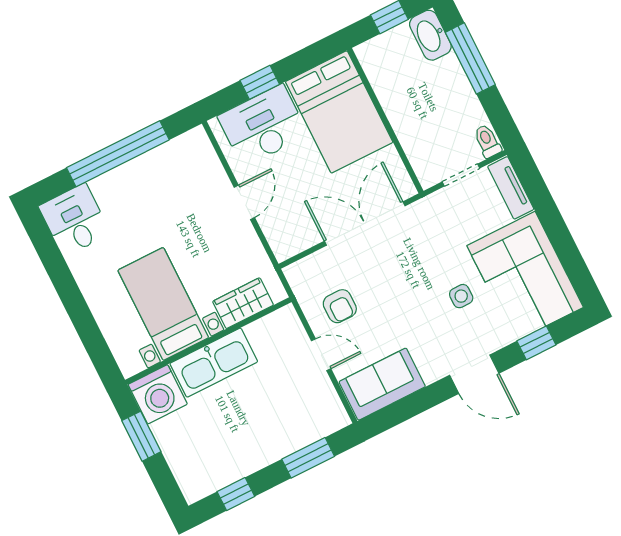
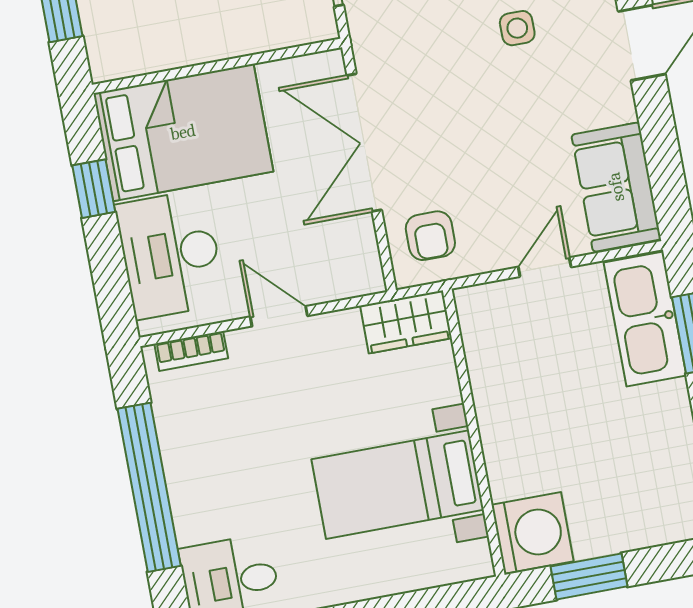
window: (260, 82) -> (94, 189), moved
bookcase: (208, 155) -> (191, 351), added
wardrobe: (243, 303) -> (406, 322), moved, turned -90
armchair: (340, 306) -> (430, 236), moved, turned 90
kitchen sink: (214, 363) -> (645, 319), moved, turned 180

